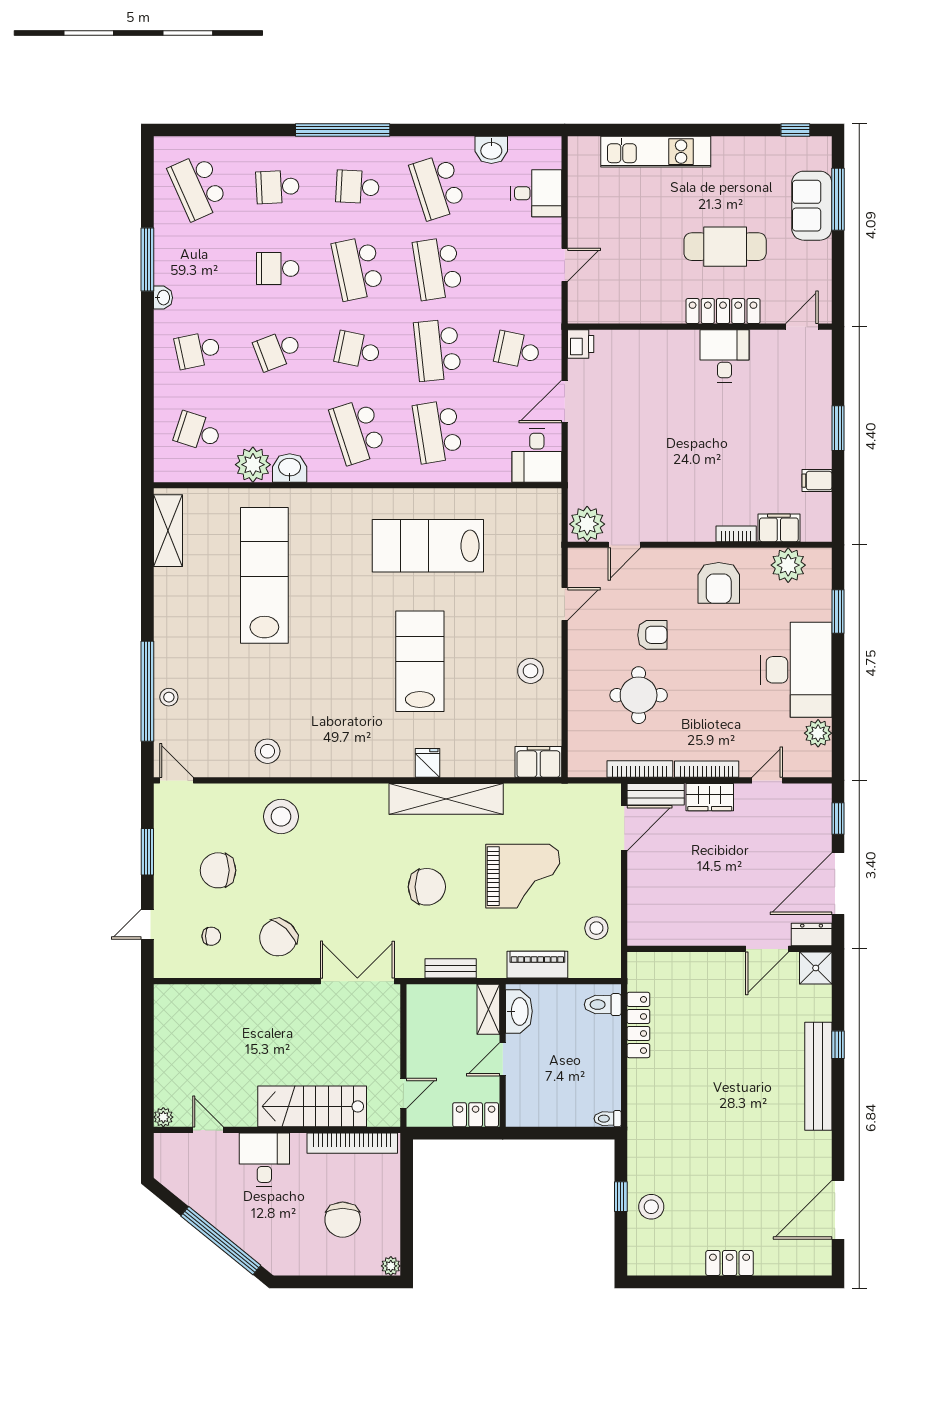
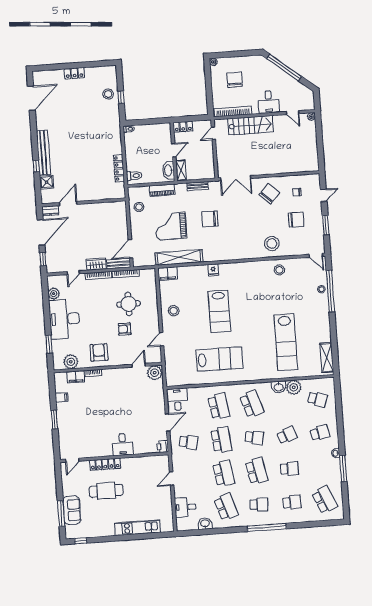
desk: (725, 356) -> (123, 444), moved
shelving: (446, 799) -> (179, 257), moved
shower: (816, 968) -> (47, 182), moved

